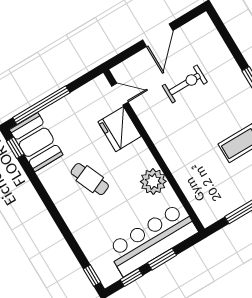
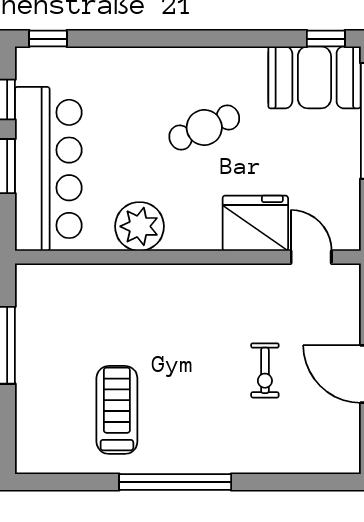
exercise bike: (185, 84) -> (265, 370), width x0.73, depth x0.72
door: (120, 94) -> (311, 257), swing flipped

